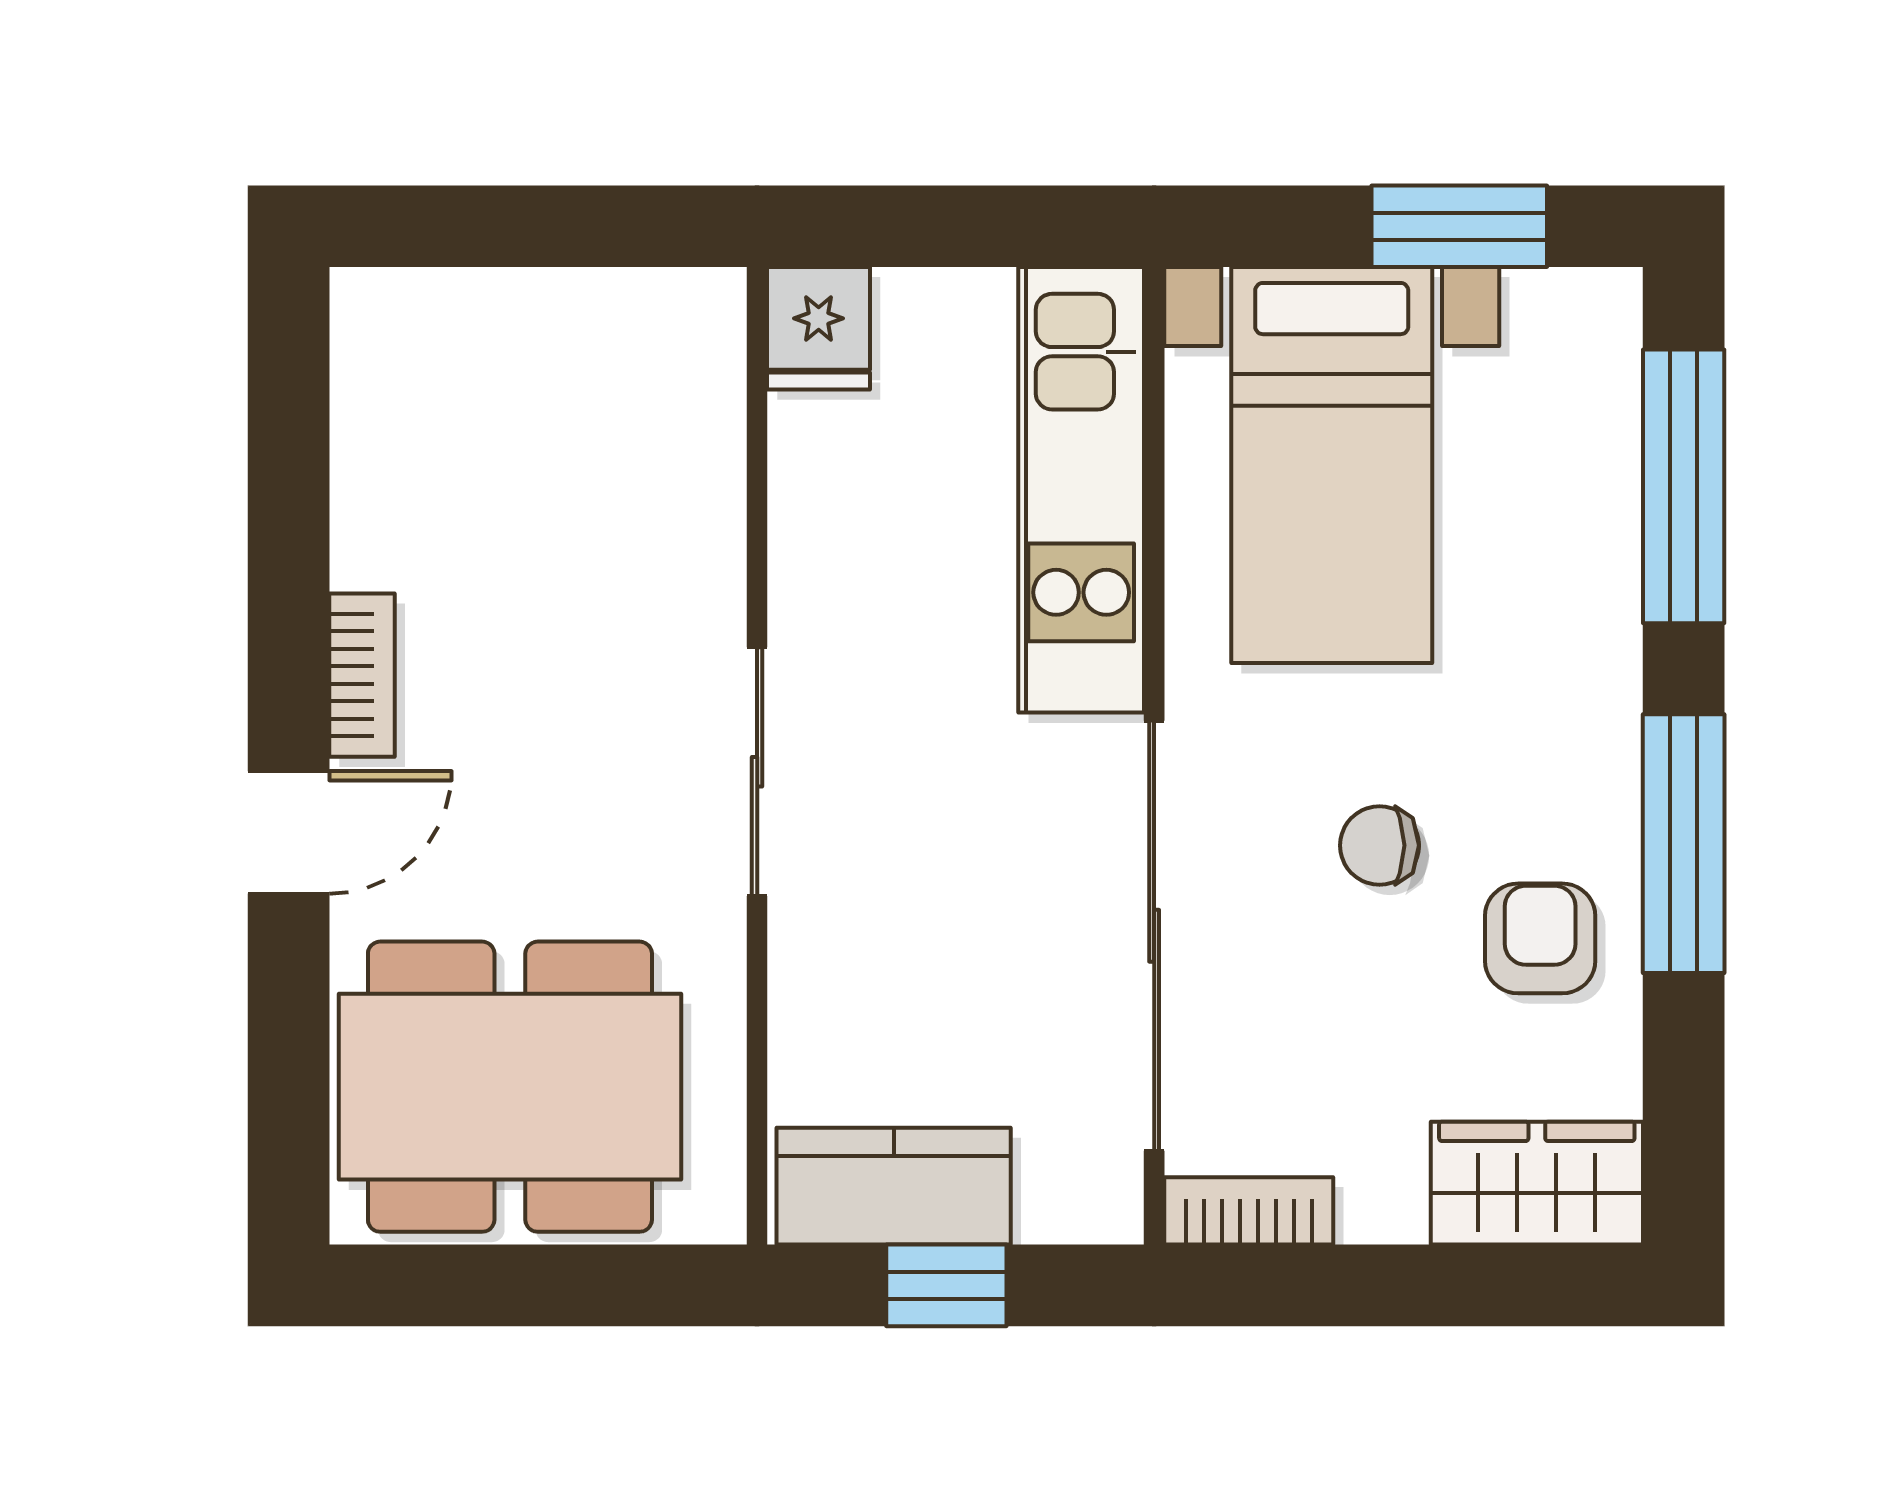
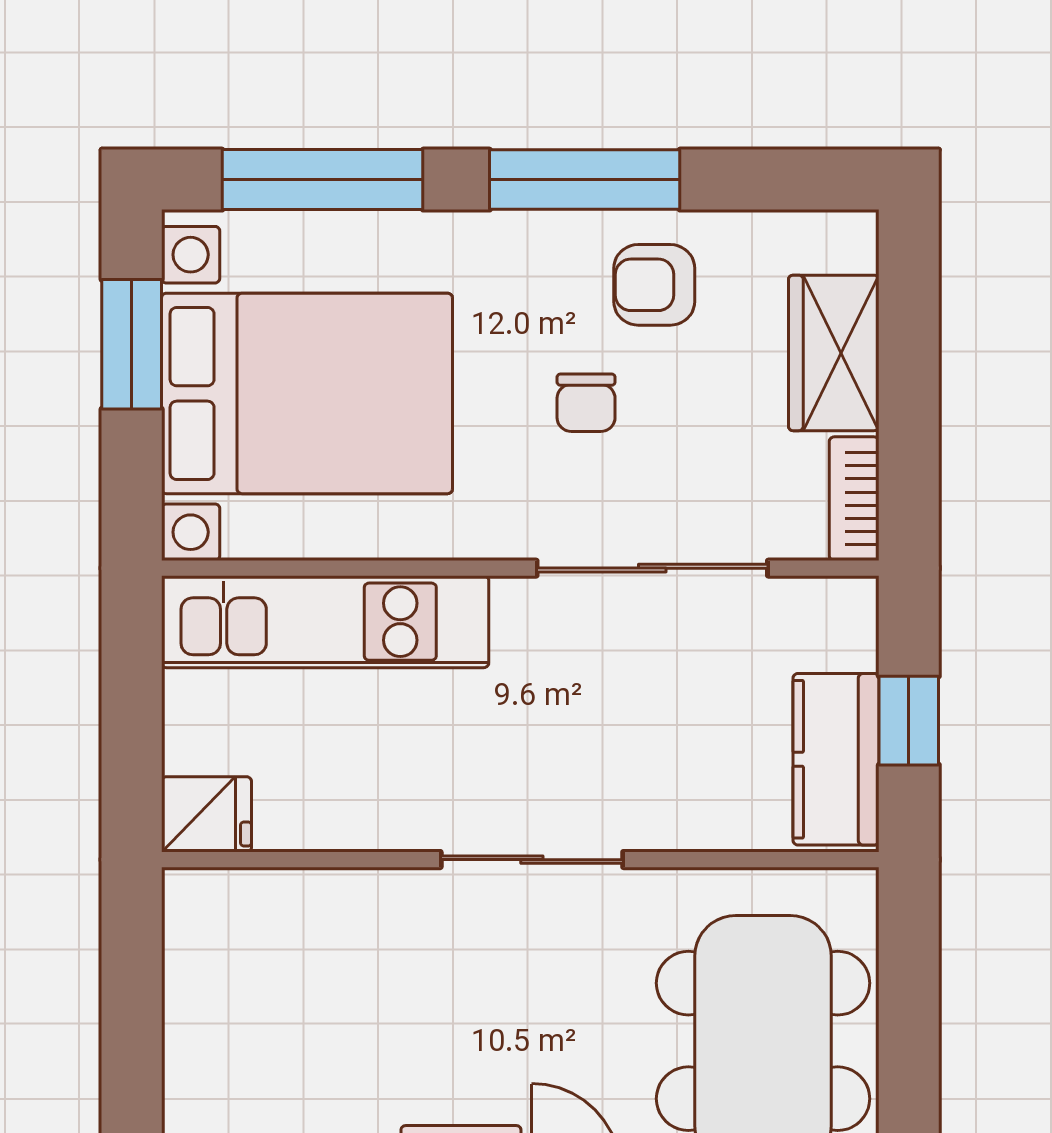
bed with nightstands: (1332, 465) -> (307, 393), width x1.36
sliding door: (1154, 936) -> (652, 568), width x0.73
wardrobe: (1537, 1183) -> (834, 353), moved

